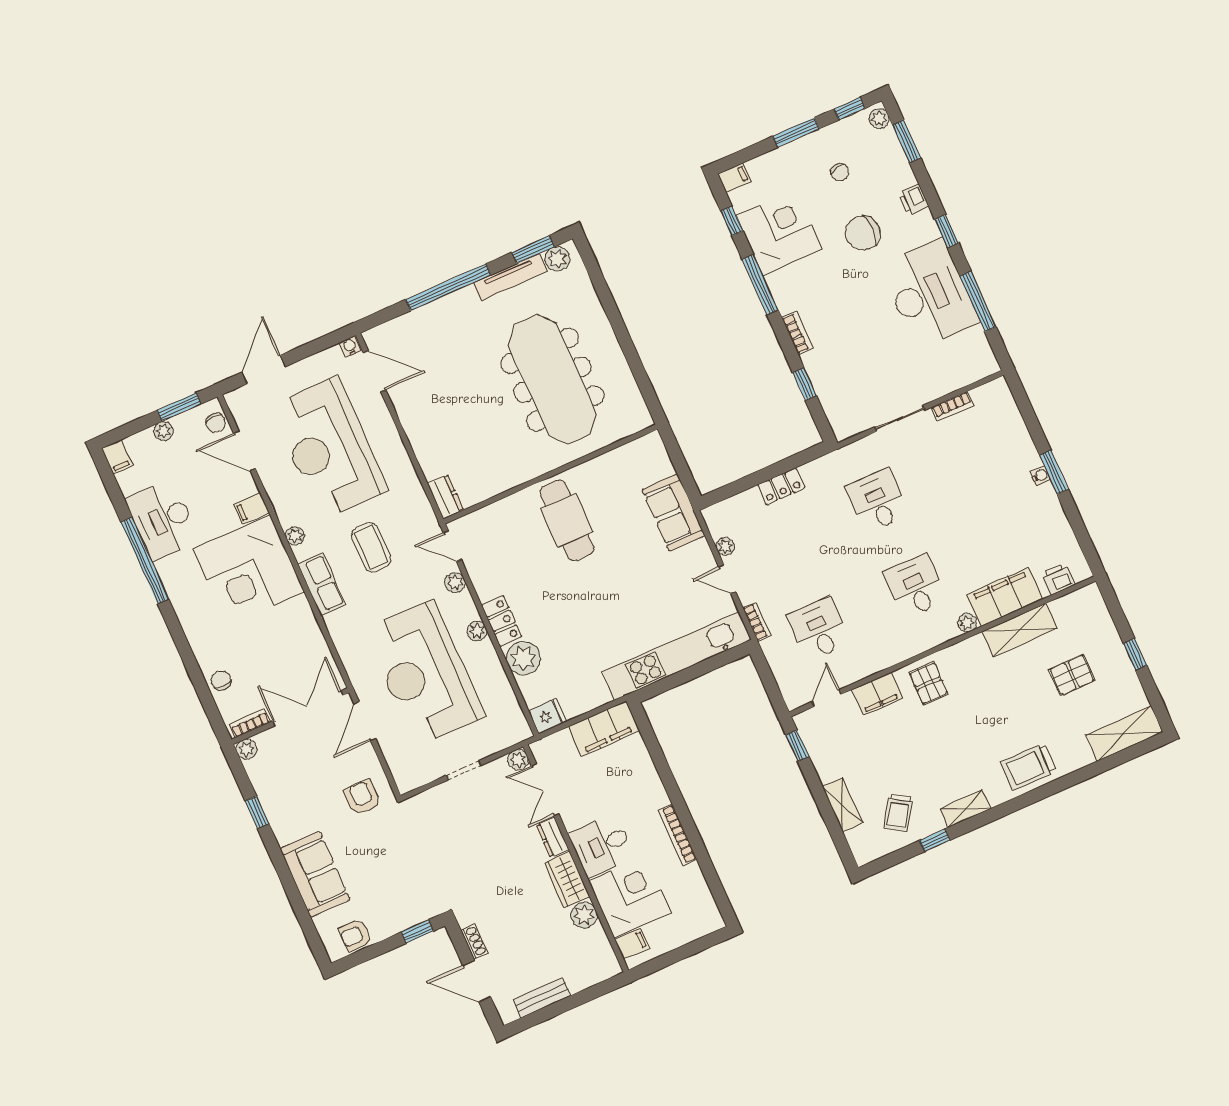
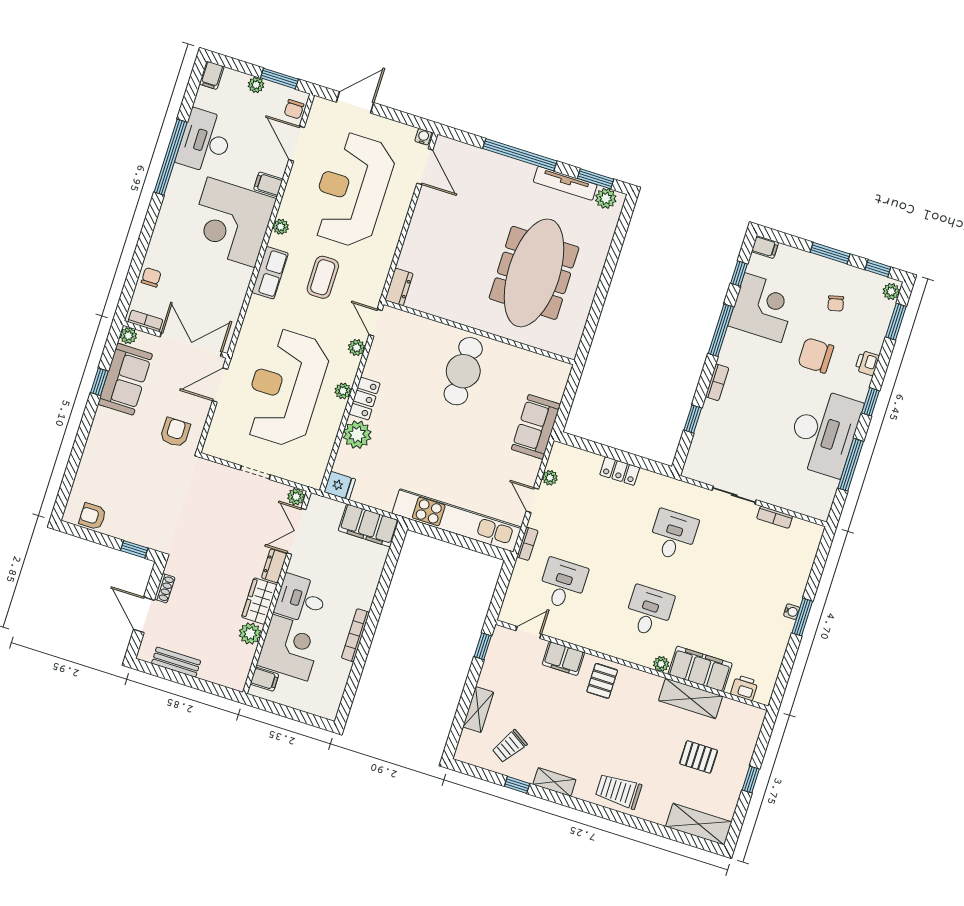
sofa: (315, 874) -> (125, 379), moved

